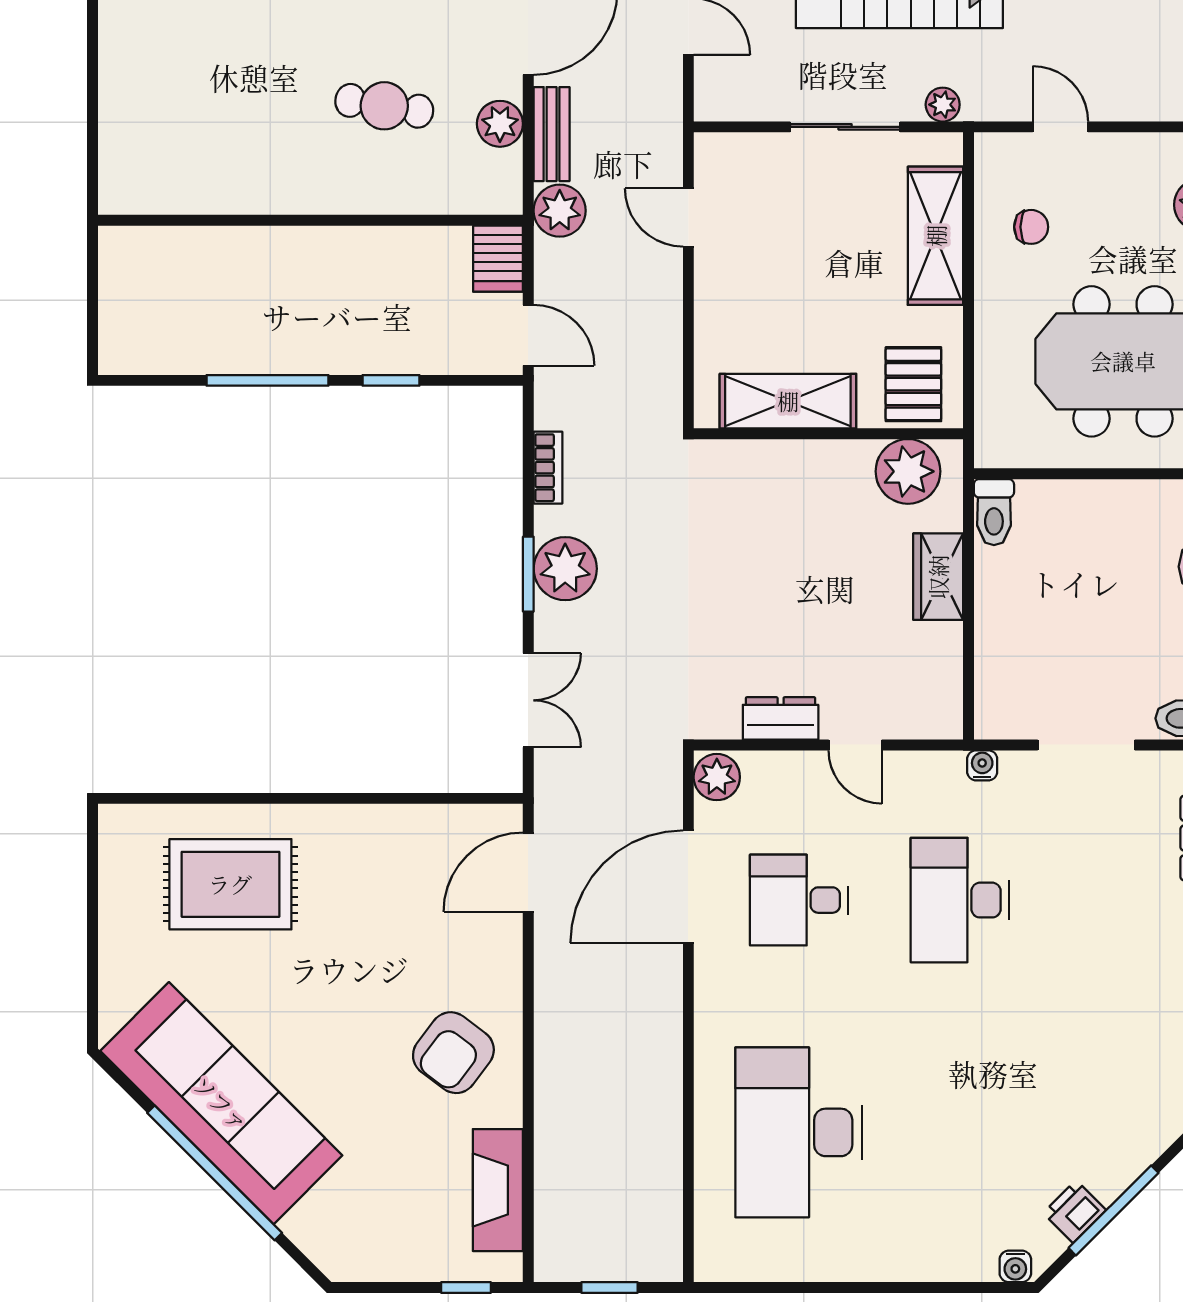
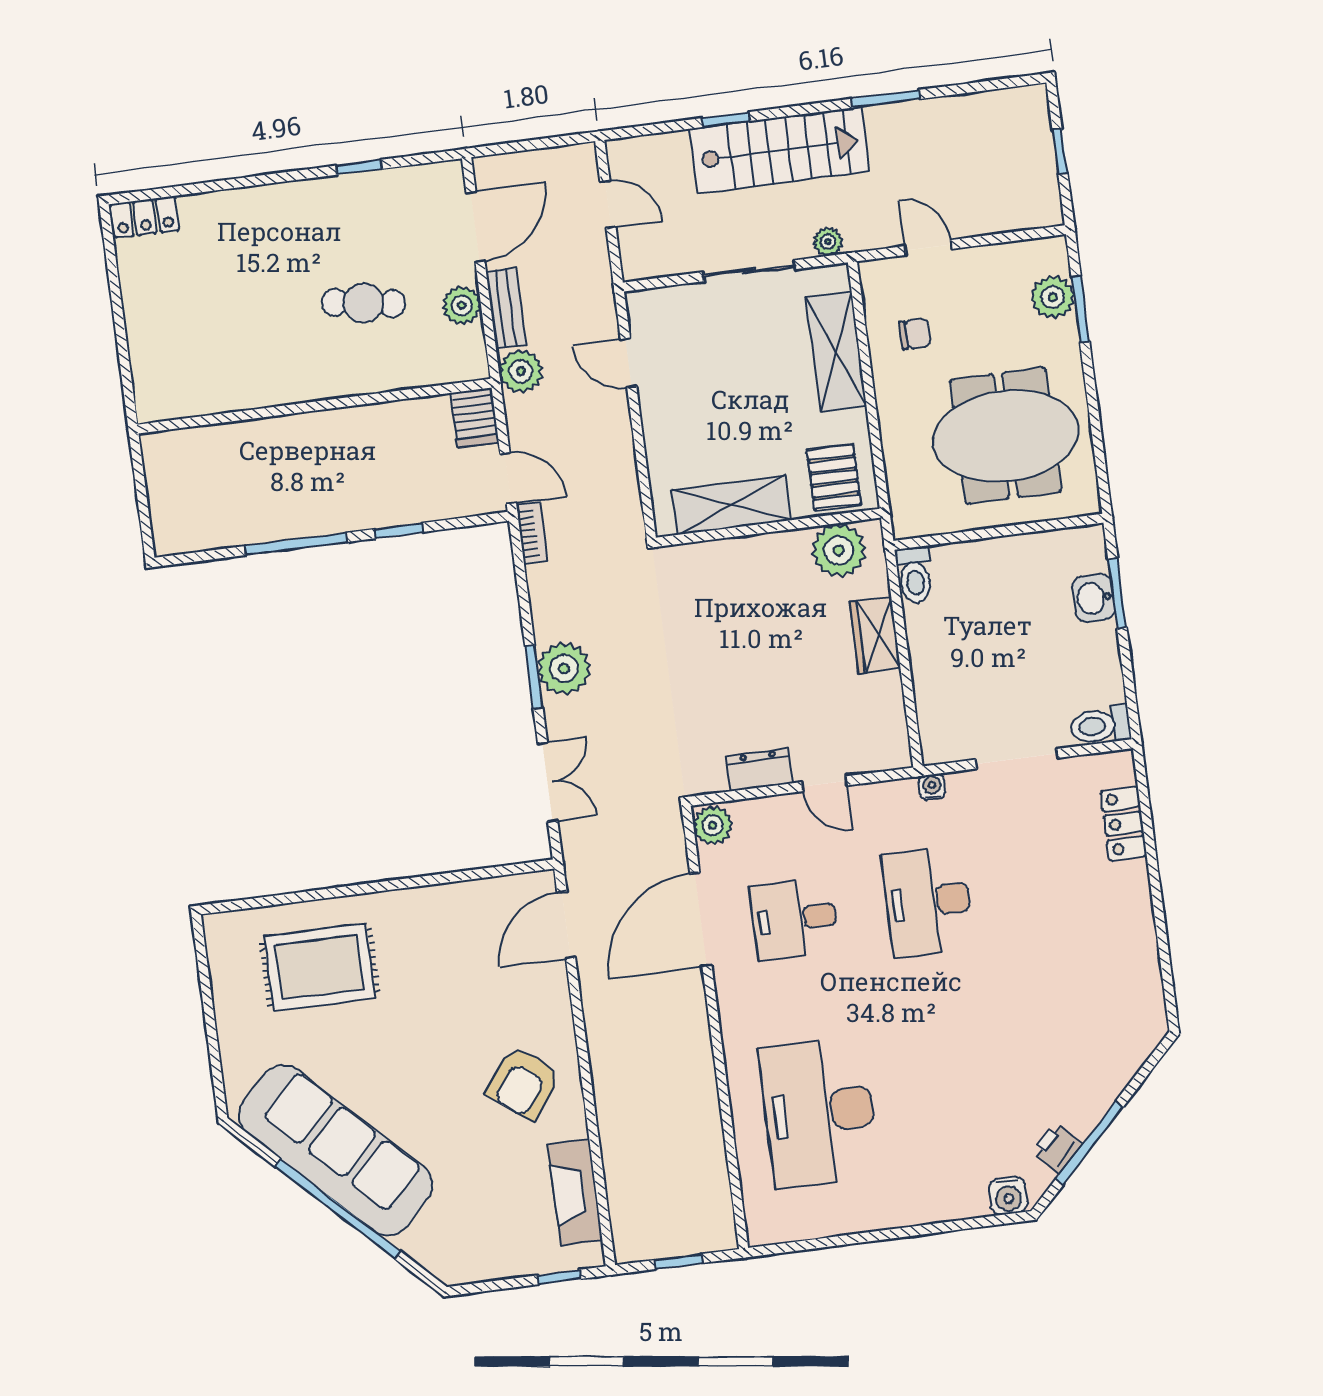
bookcase: (548, 468) -> (532, 533), moved
water cooler: (1015, 1266) -> (1008, 1196), width x1.38, depth x1.38

